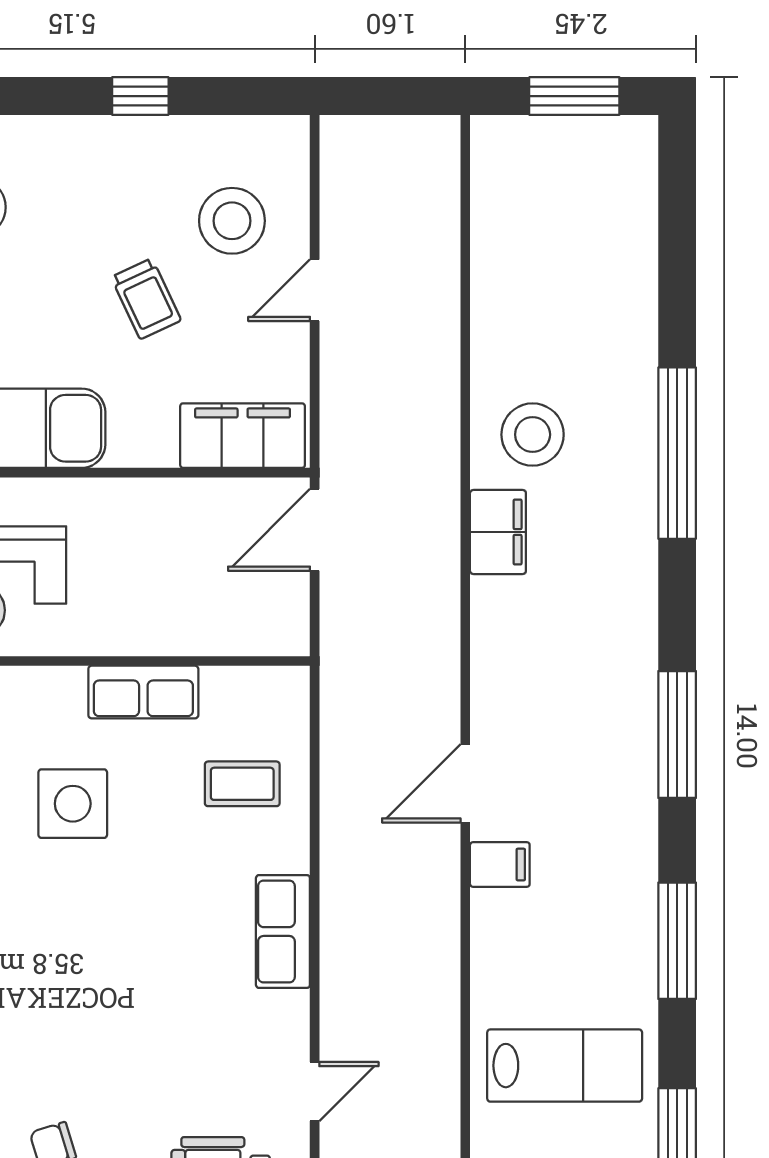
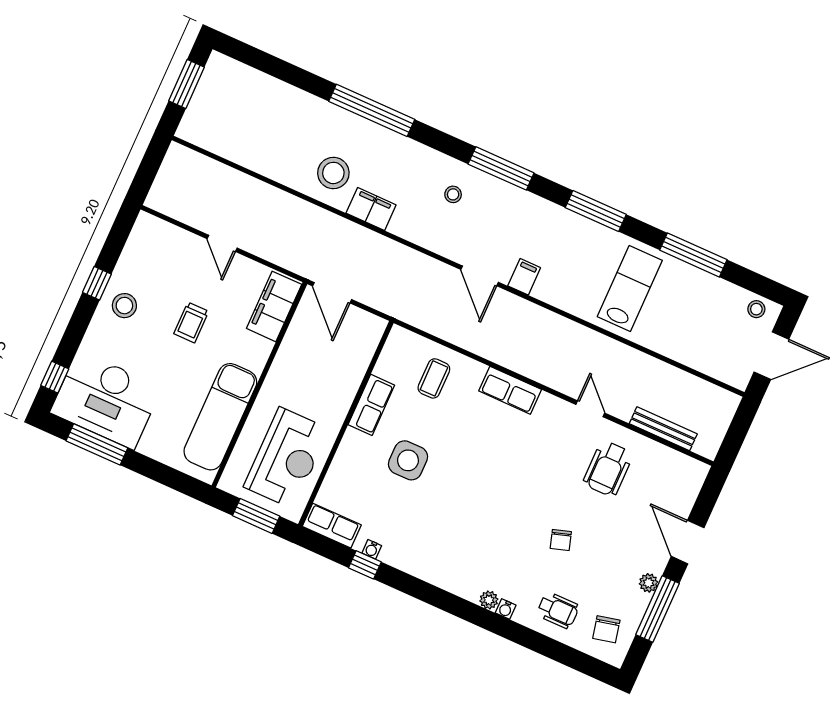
stool: (232, 221) -> (124, 306), moved, width x0.73, depth x0.73
trolley: (146, 299) -> (191, 322), turned 115
stool: (591, 669) -> (453, 194), added

